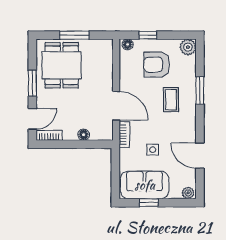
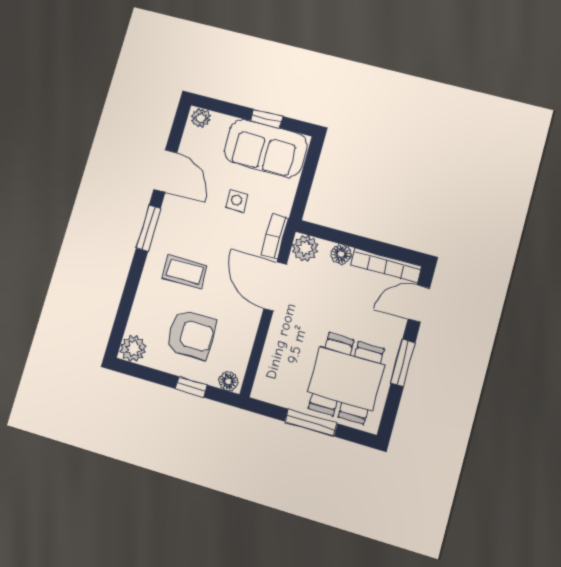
window: (200, 90) -> (148, 228), moved
coffee table: (171, 100) -> (185, 272), turned 90
plant: (105, 132) -> (305, 248), added
bookcase: (49, 135) -> (386, 265), width x1.56

